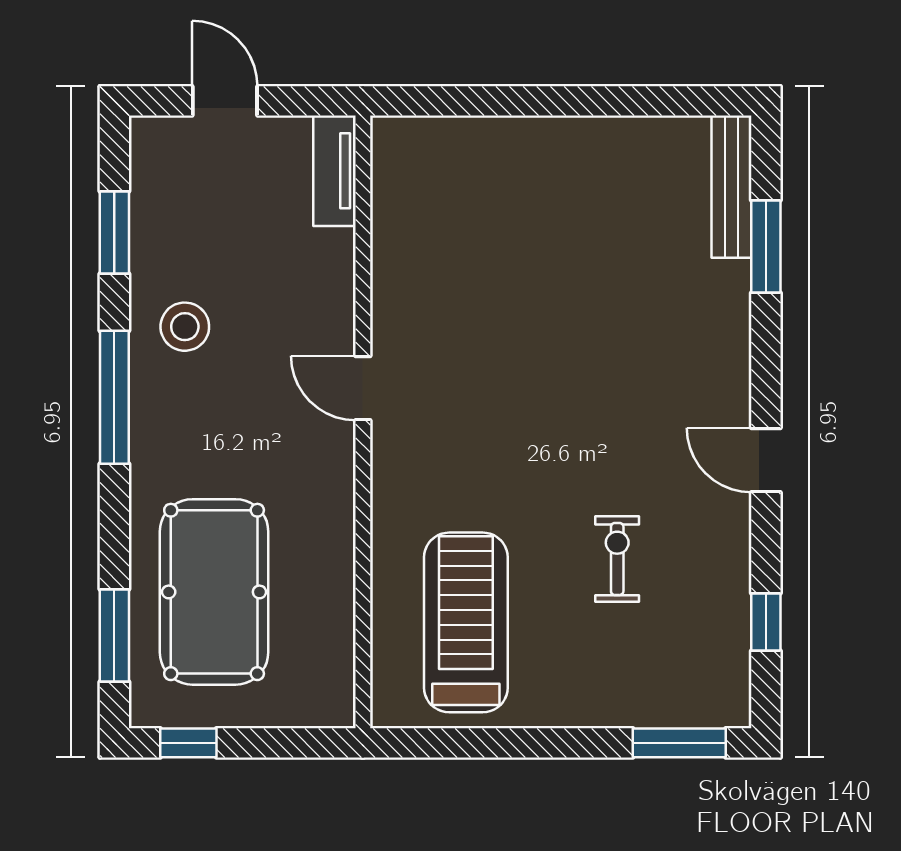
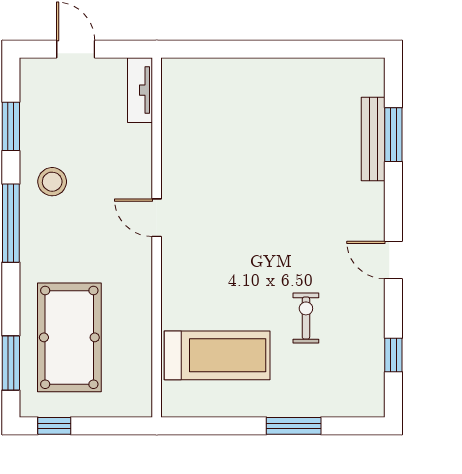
bench: (732, 187) -> (373, 139), moved
treadmill: (466, 622) -> (217, 355), turned 90
window: (679, 743) -> (294, 426), moved

